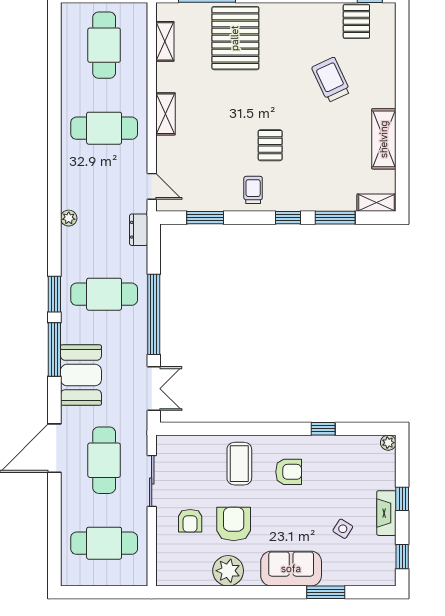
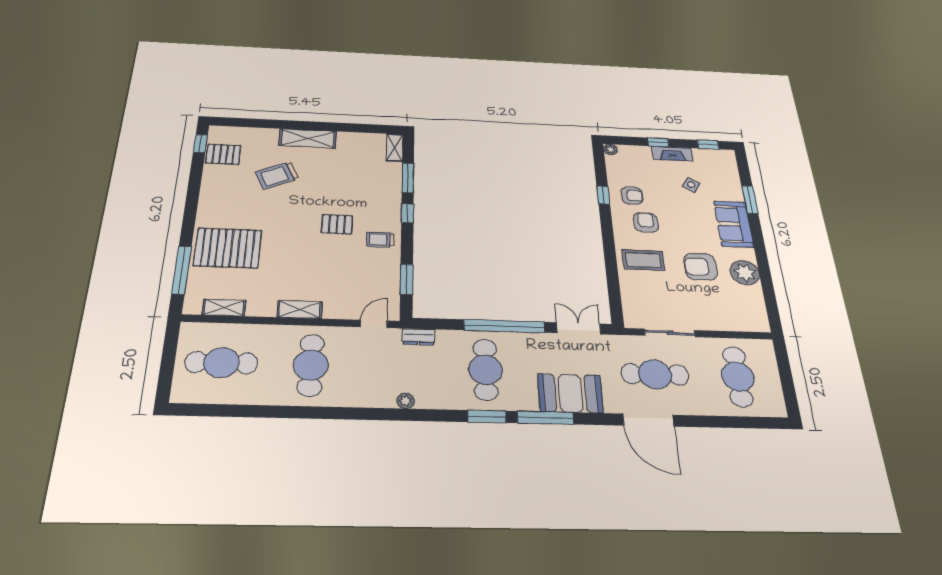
shelving: (384, 139) -> (308, 138), moved
armchair: (190, 521) -> (632, 196), moved

